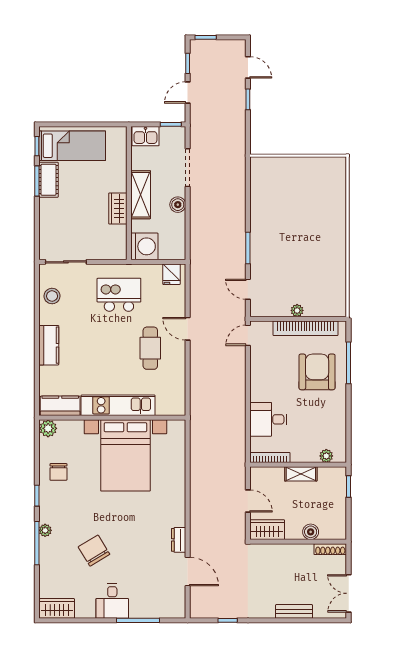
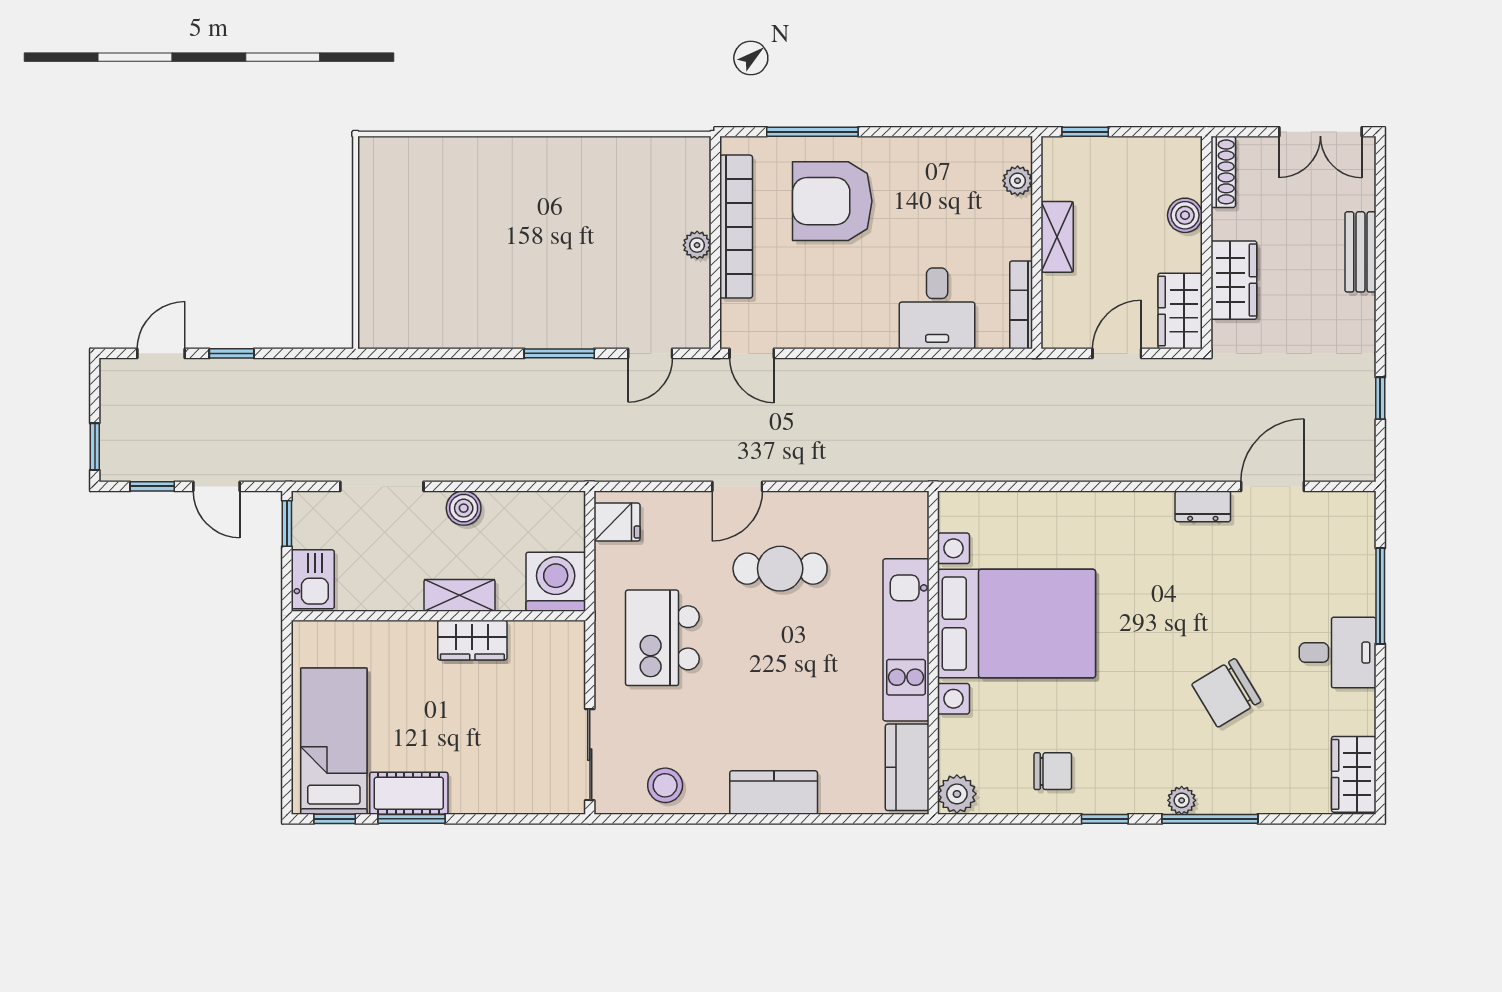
shelving: (141, 195) -> (459, 595), width x0.67, depth x0.75
wardrobe: (281, 554) -> (1234, 280), added

